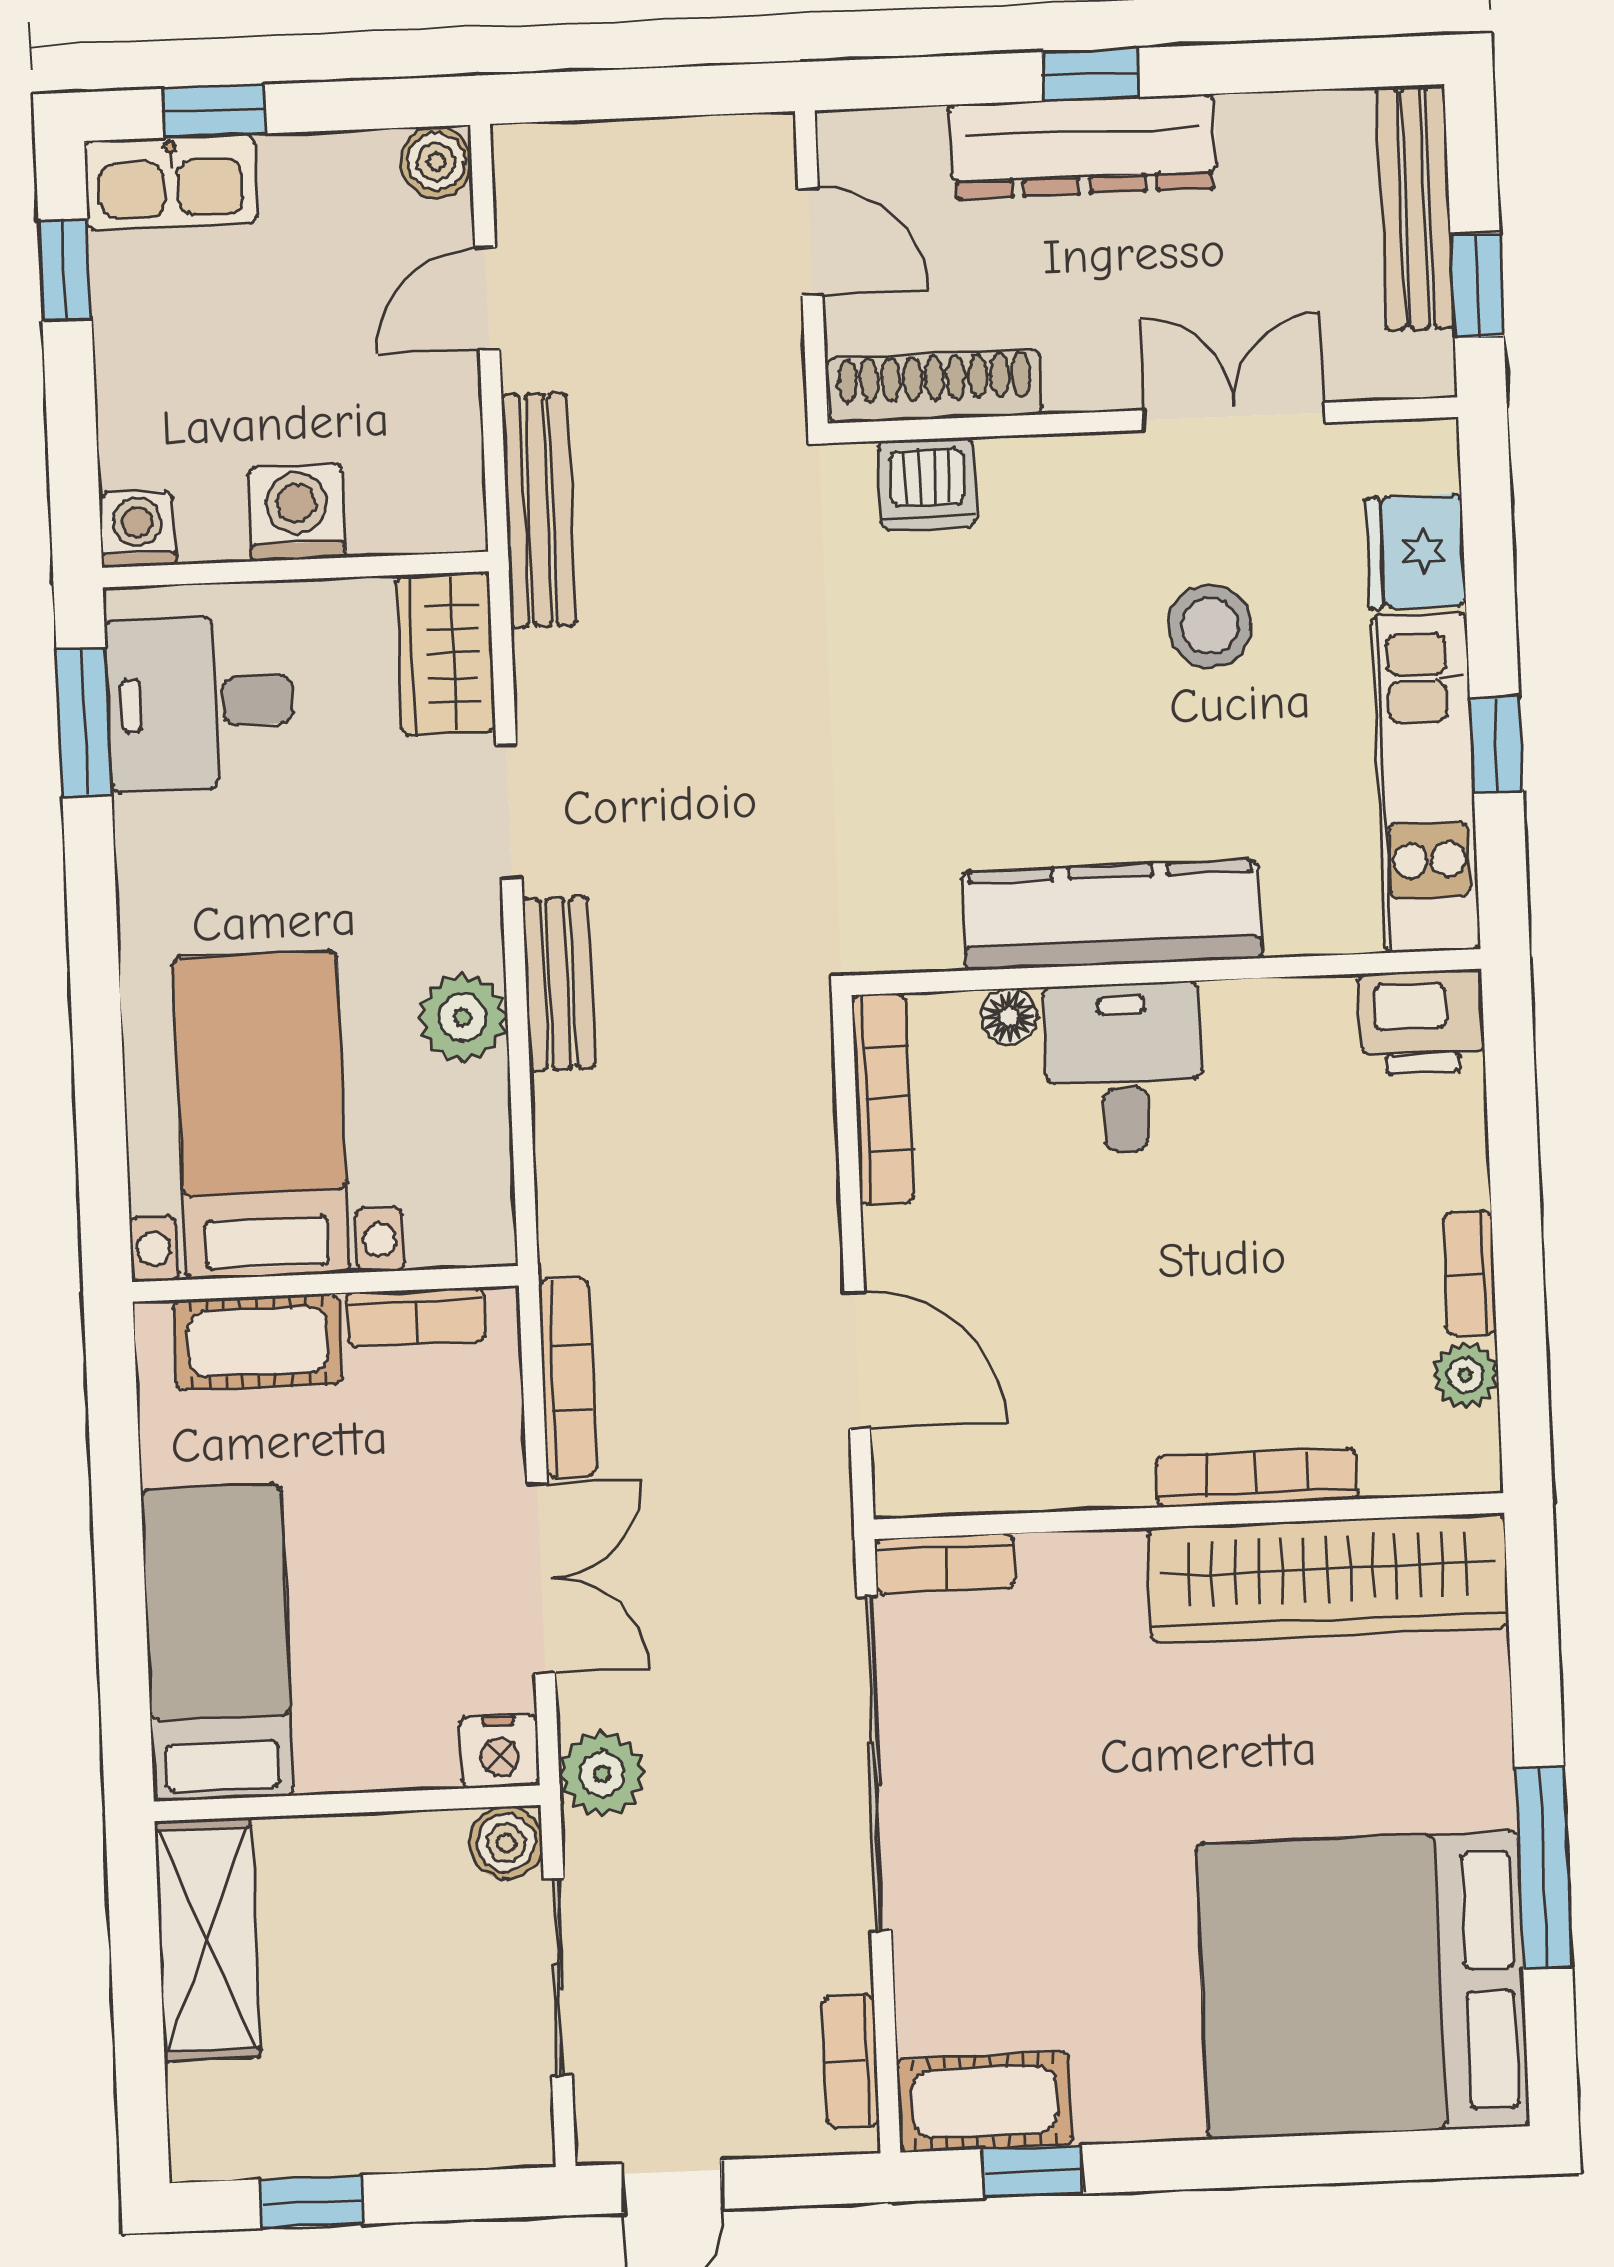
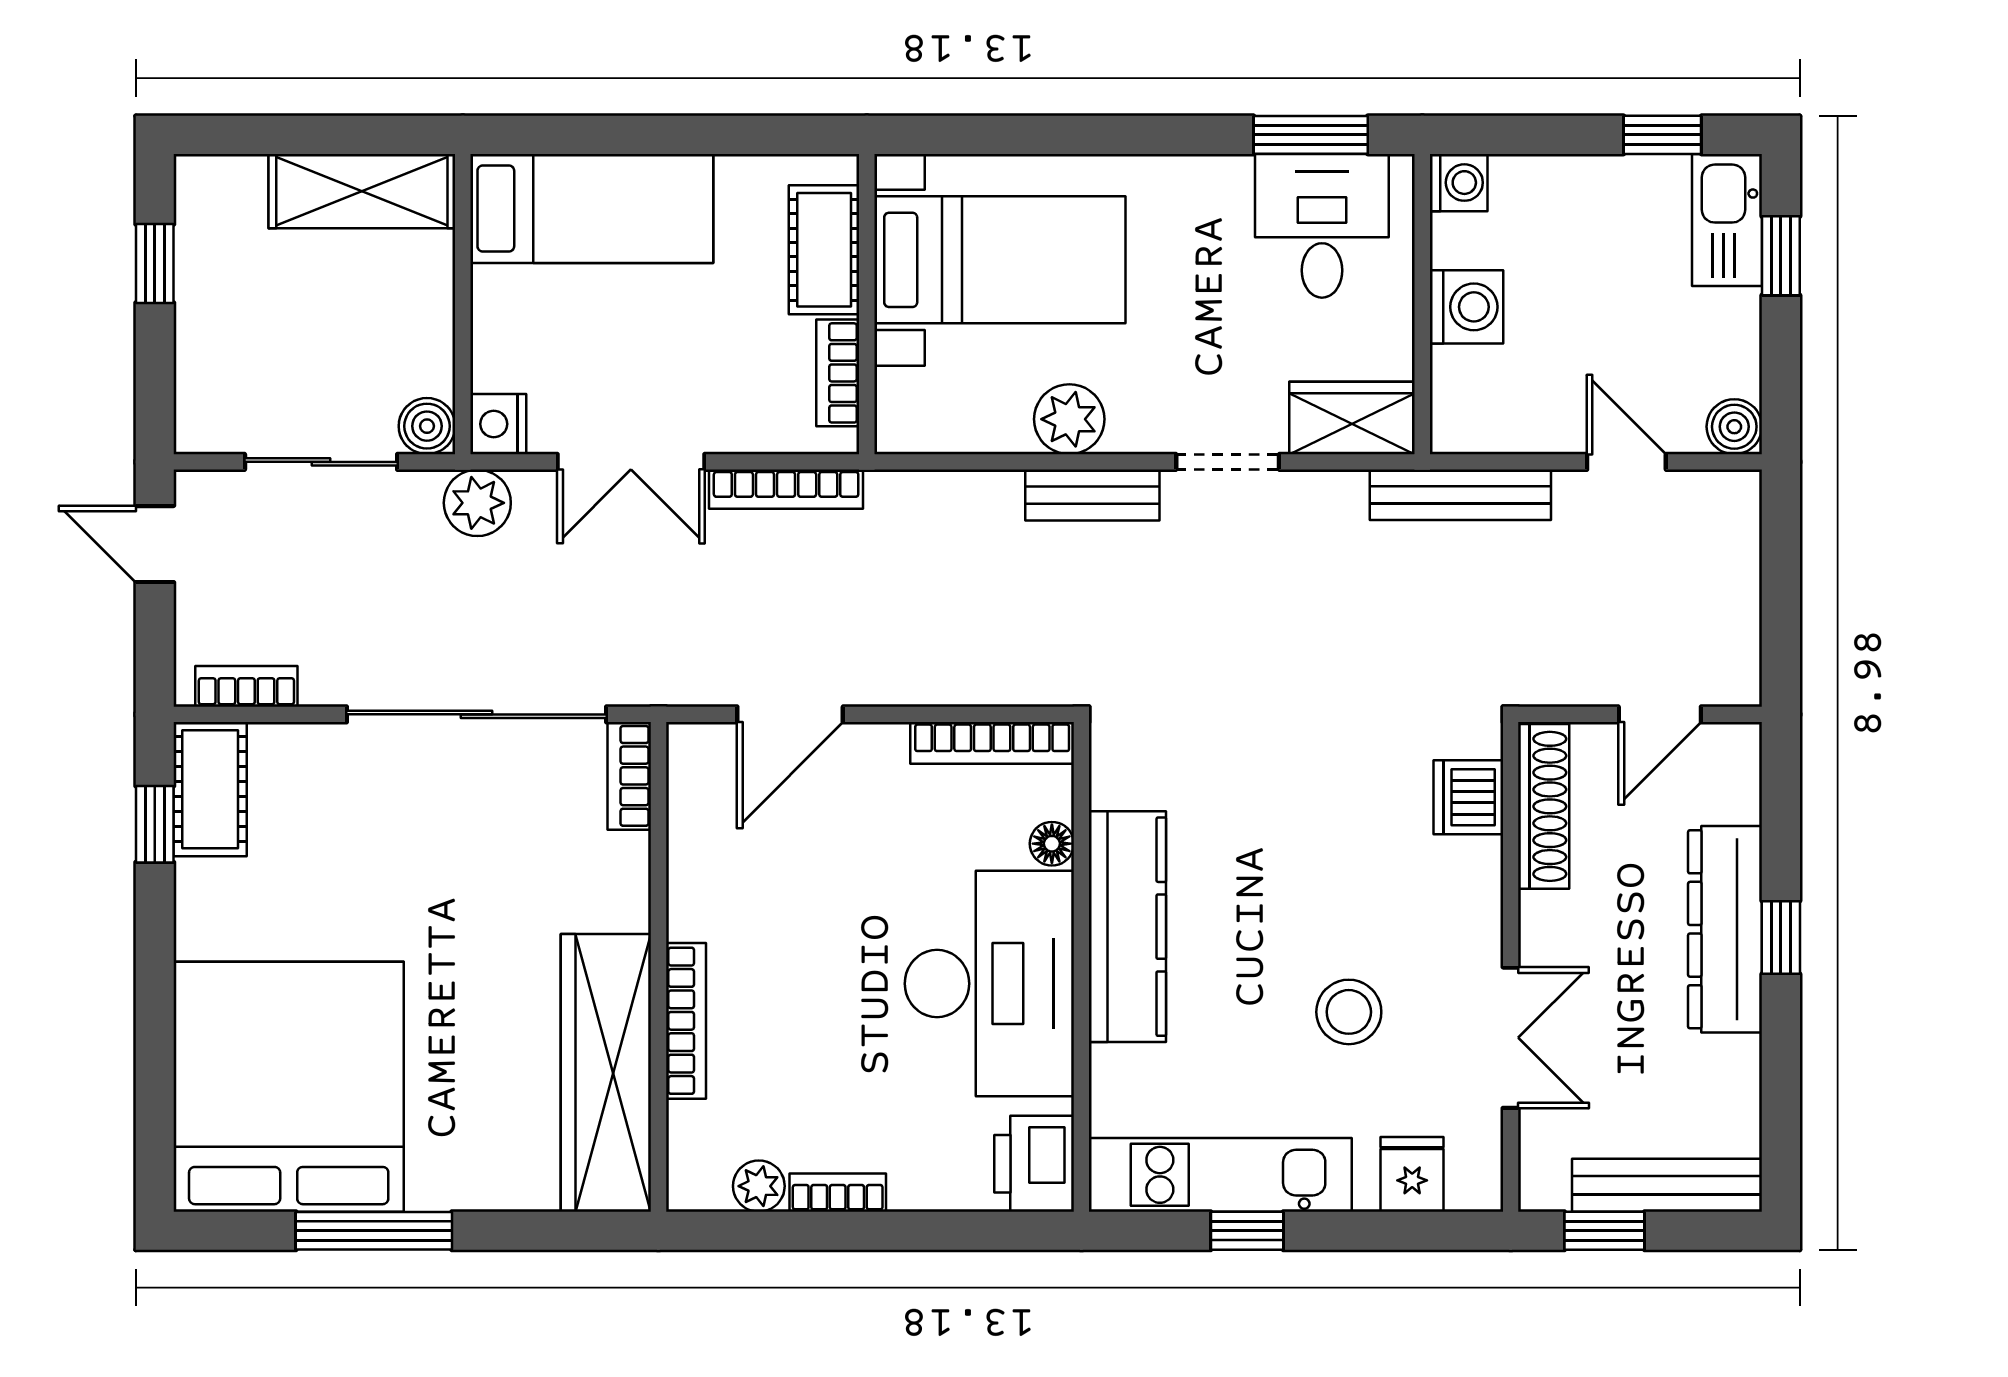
fridge: (1416, 551) -> (1412, 1174), width x0.72
desk: (1124, 1067) -> (989, 984), width x1.87, depth x1.30

